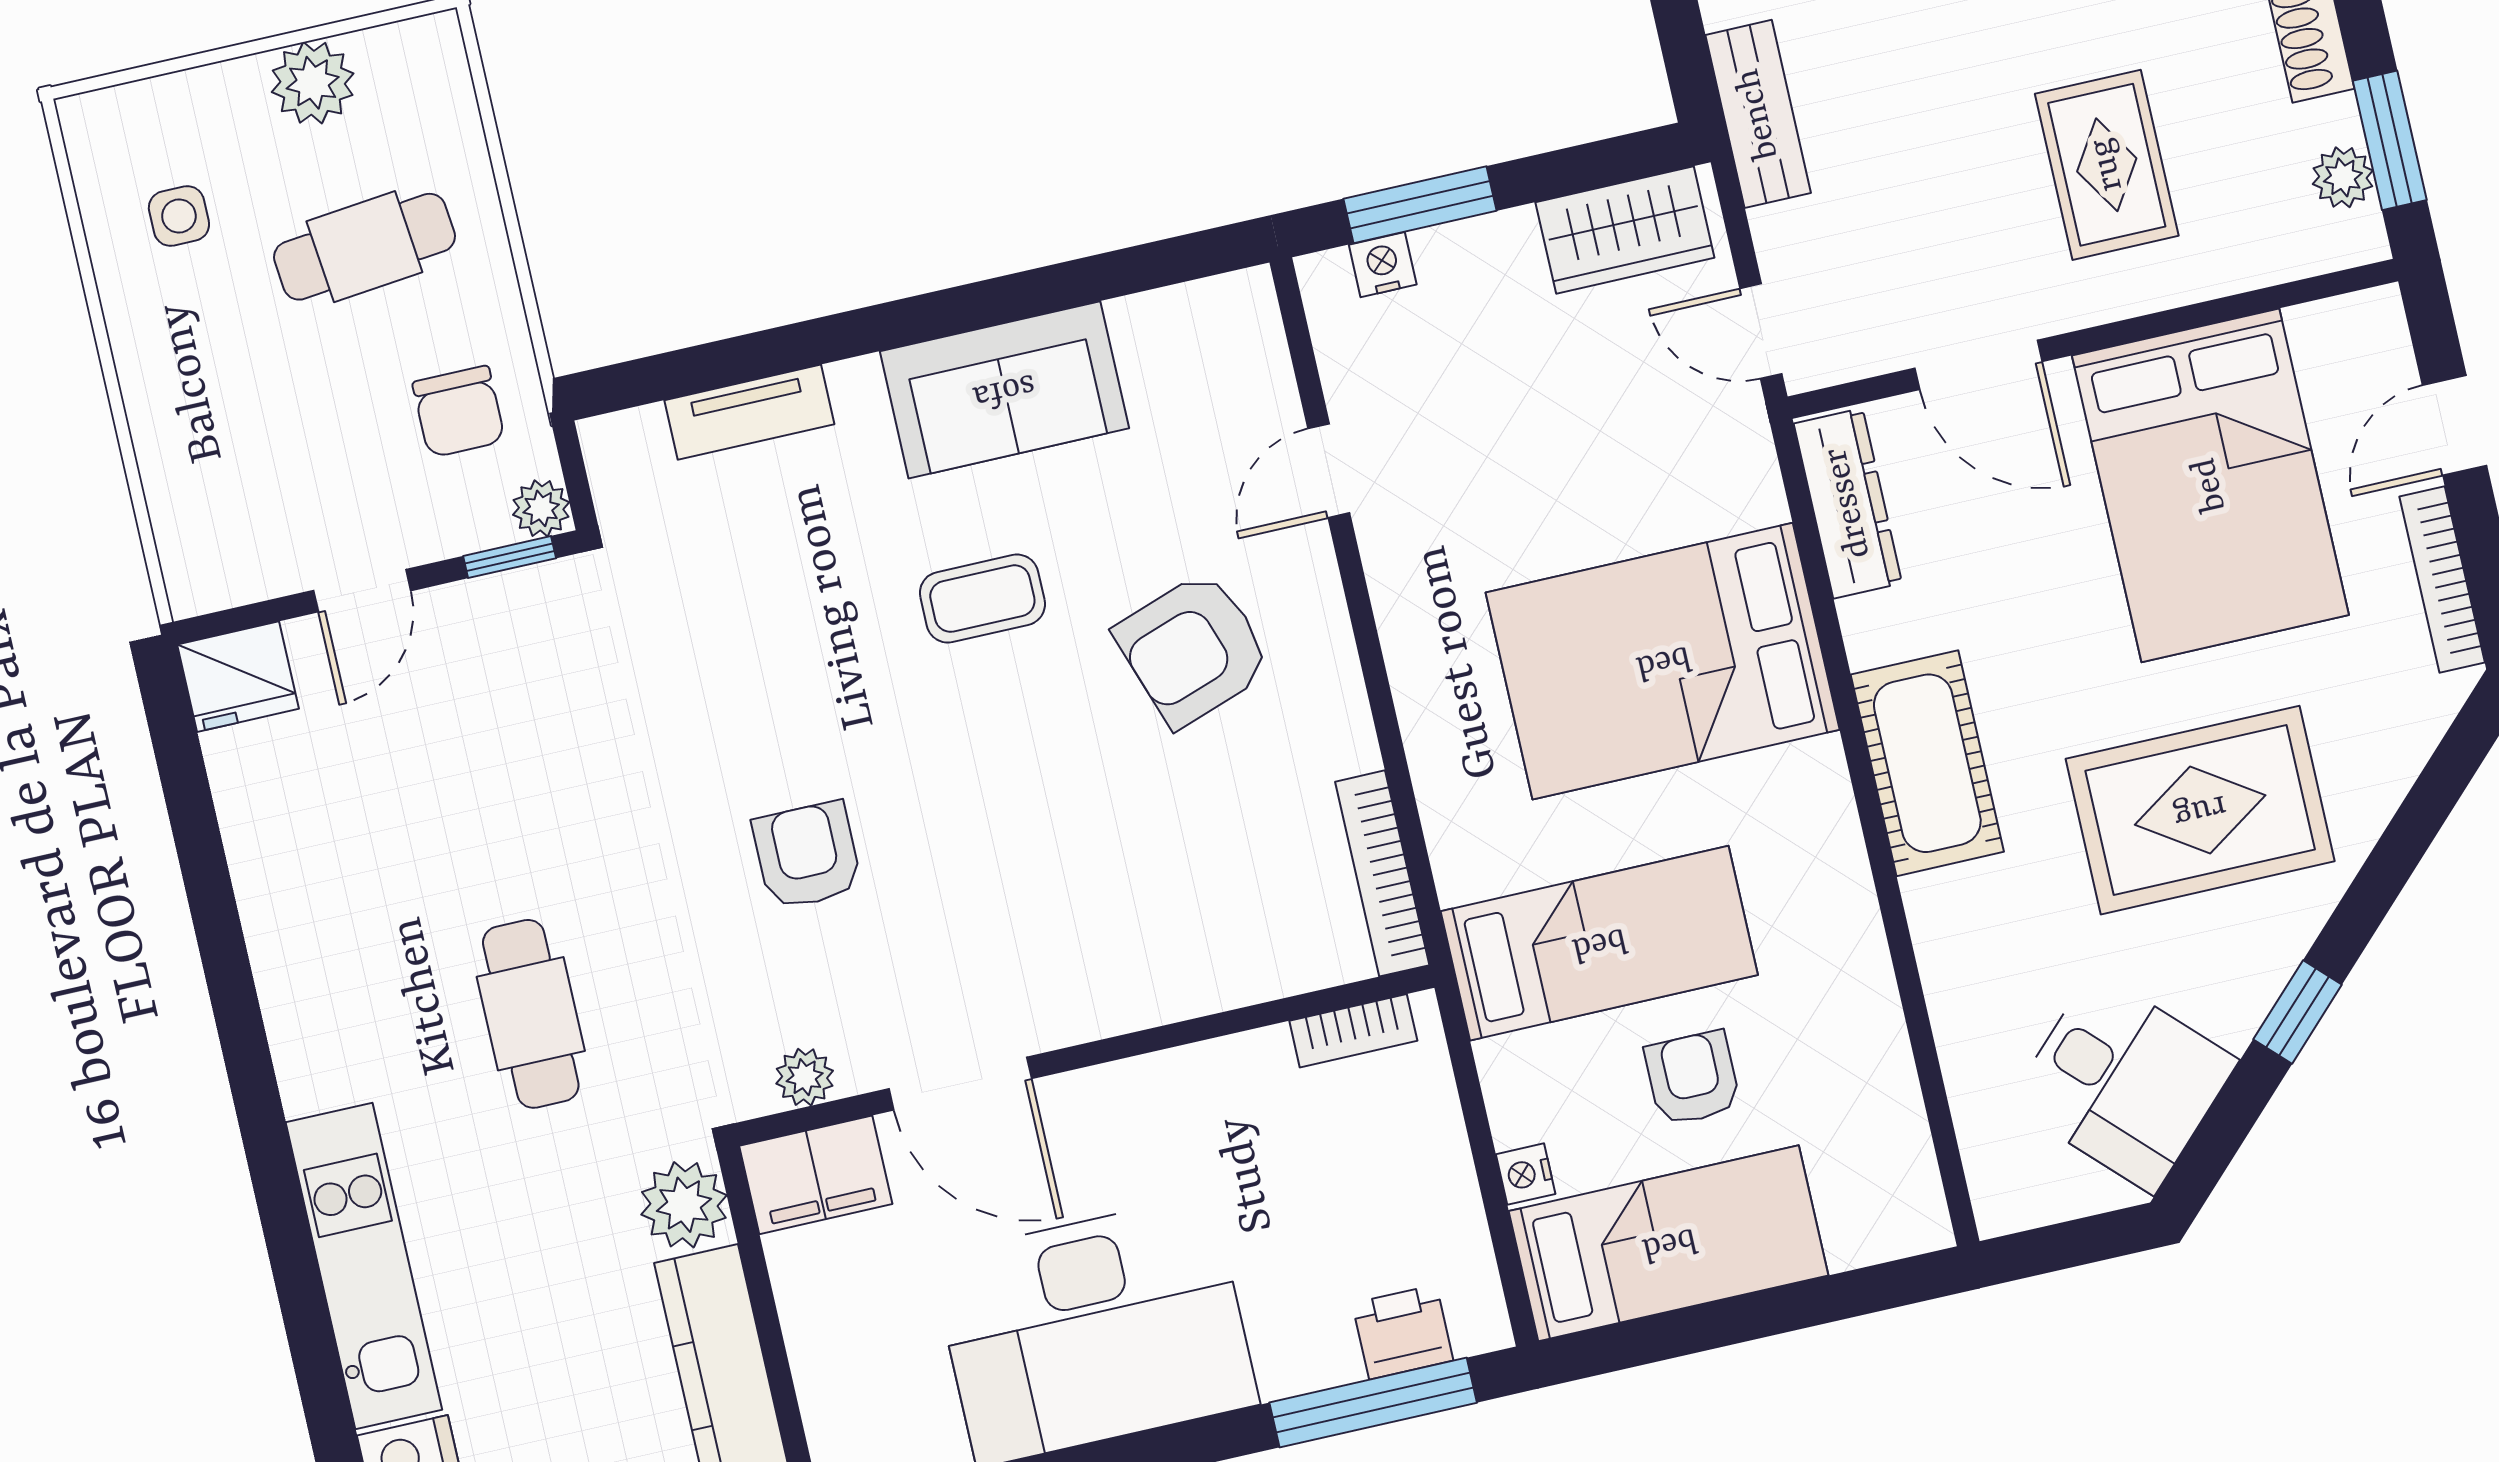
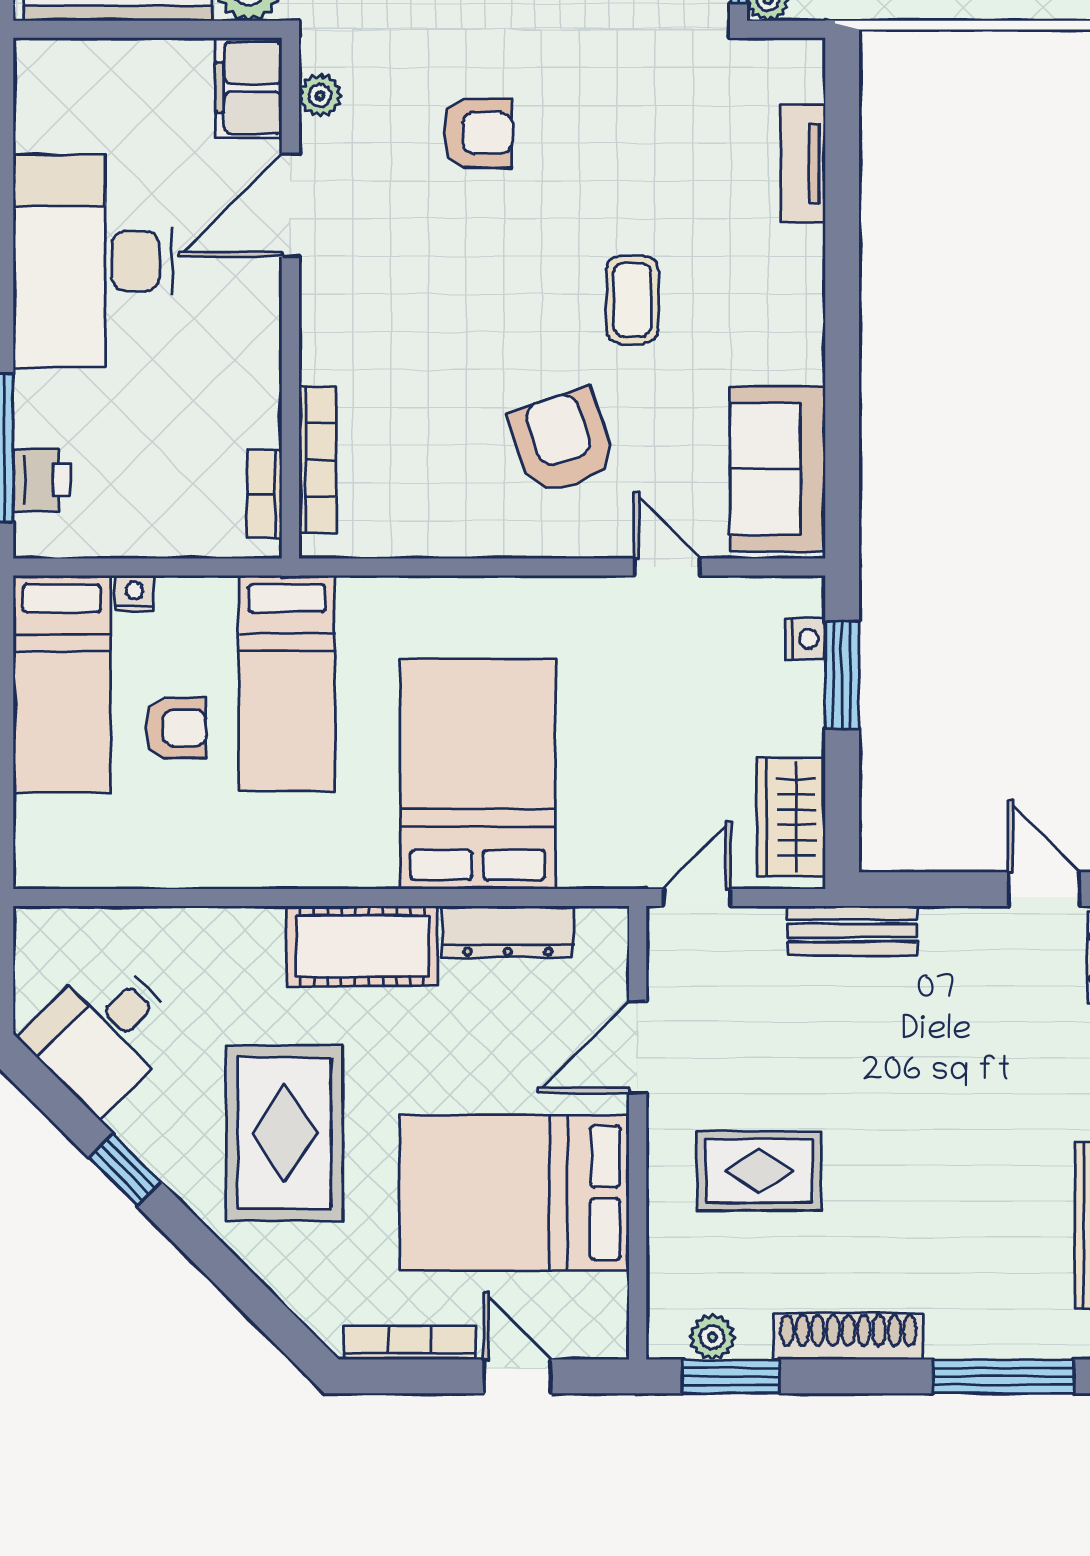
sofa: (1004, 390) -> (778, 469), moved
dresser: (1848, 503) -> (508, 932), moved
bookcase: (1382, 873) -> (317, 460), moved, turned 90

